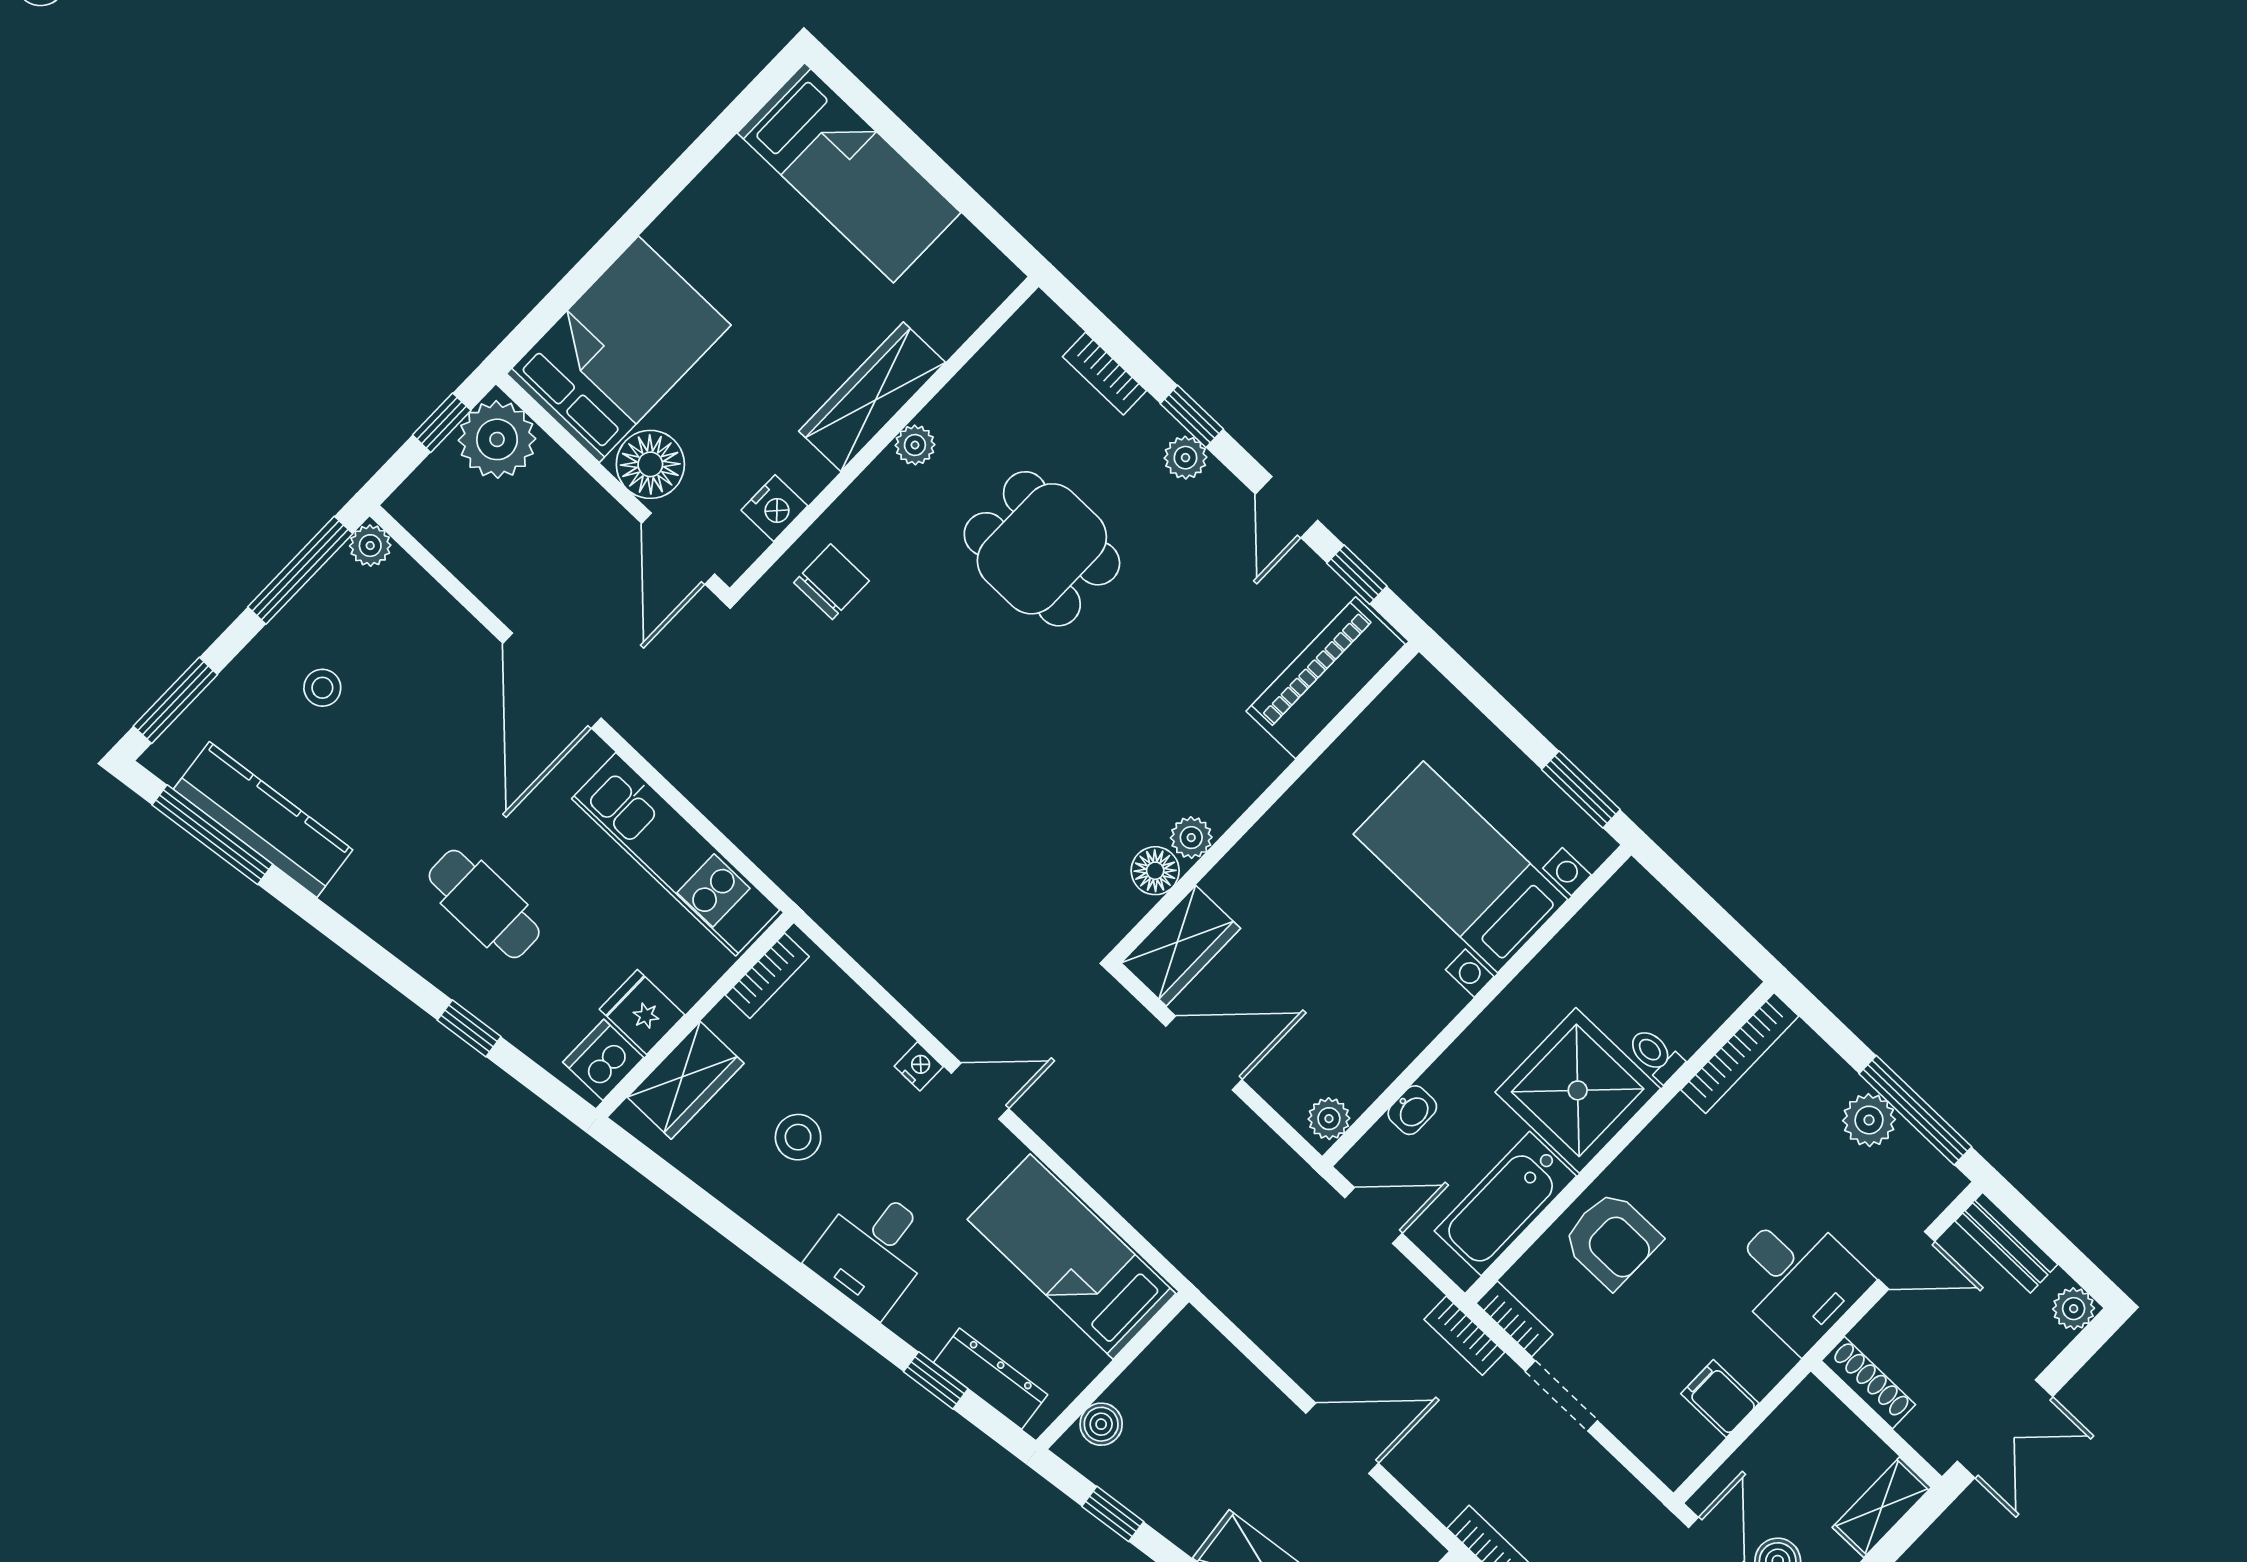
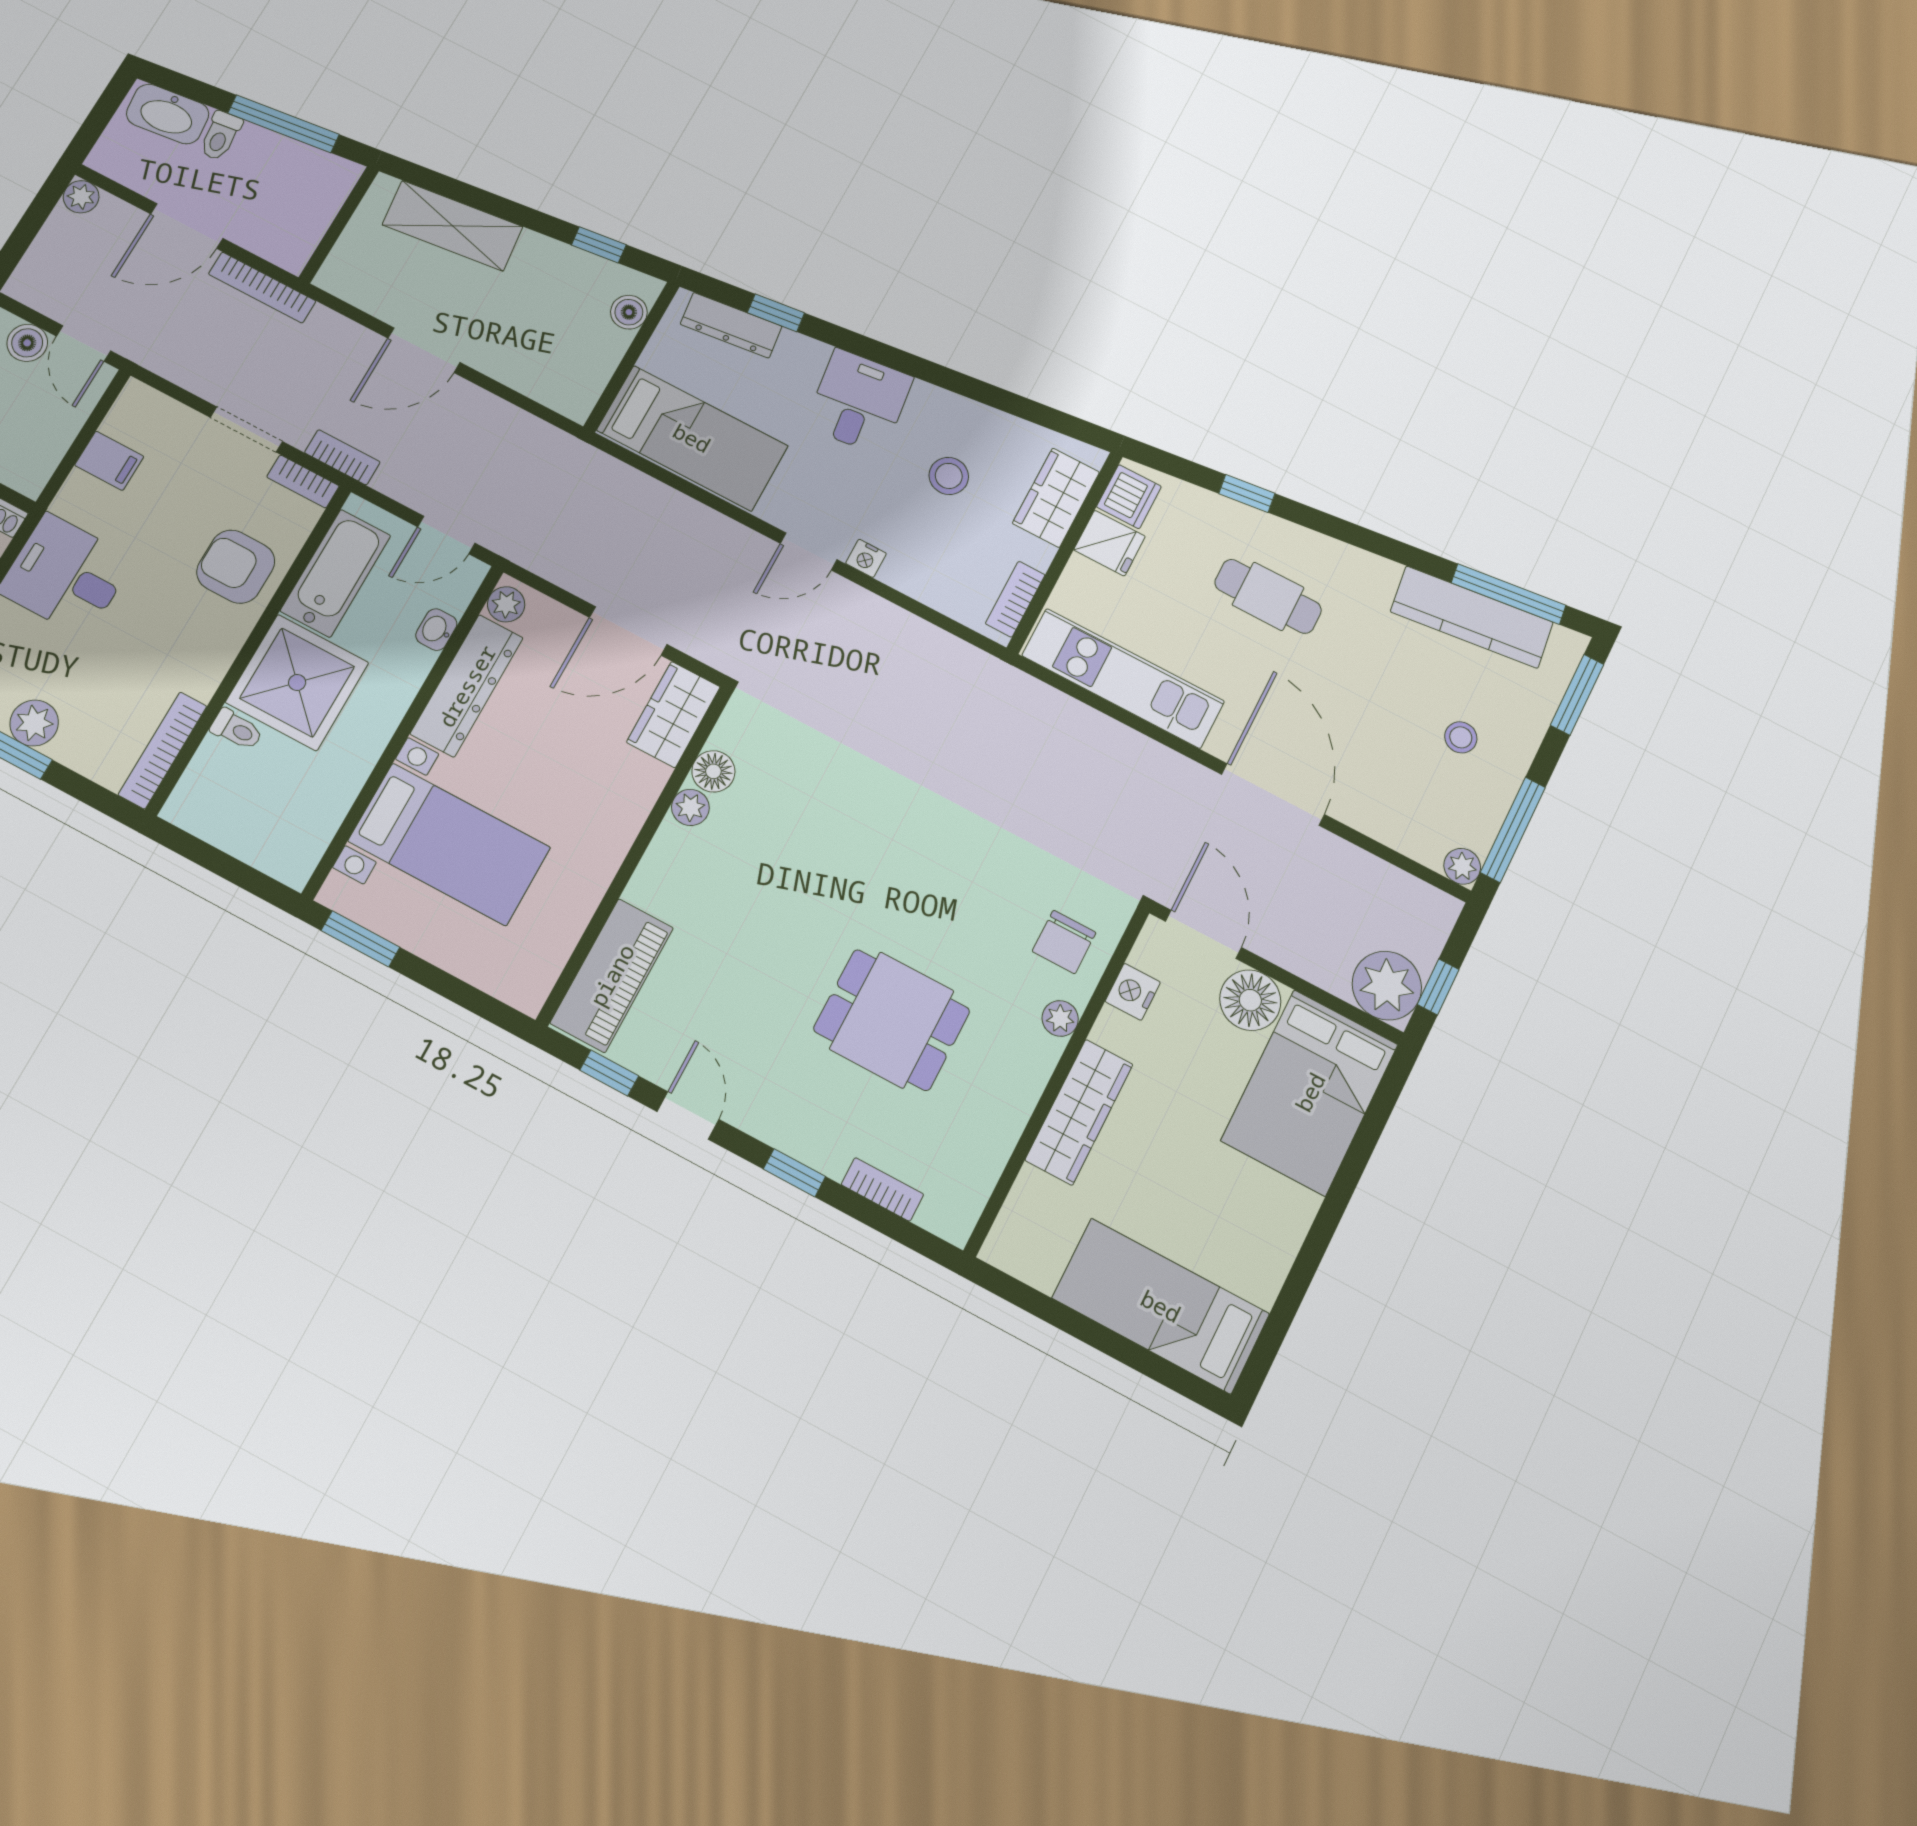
plant: (915, 445) -> (1060, 1018), moved
plant: (1185, 458) -> (790, 1135), removed
dresser: (1396, 1038) -> (467, 686), added

